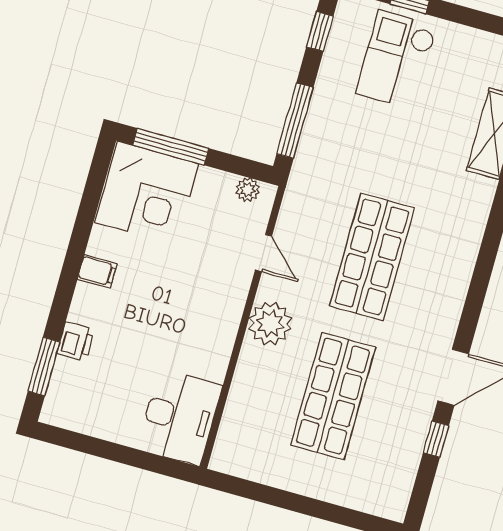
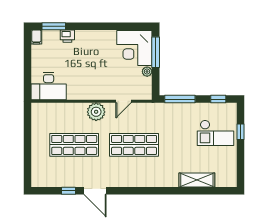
checkout: (397, 60) -> (216, 133), turned 180
plant: (248, 190) -> (147, 72), moved
filing cabinet: (97, 271) -> (36, 37), moved

